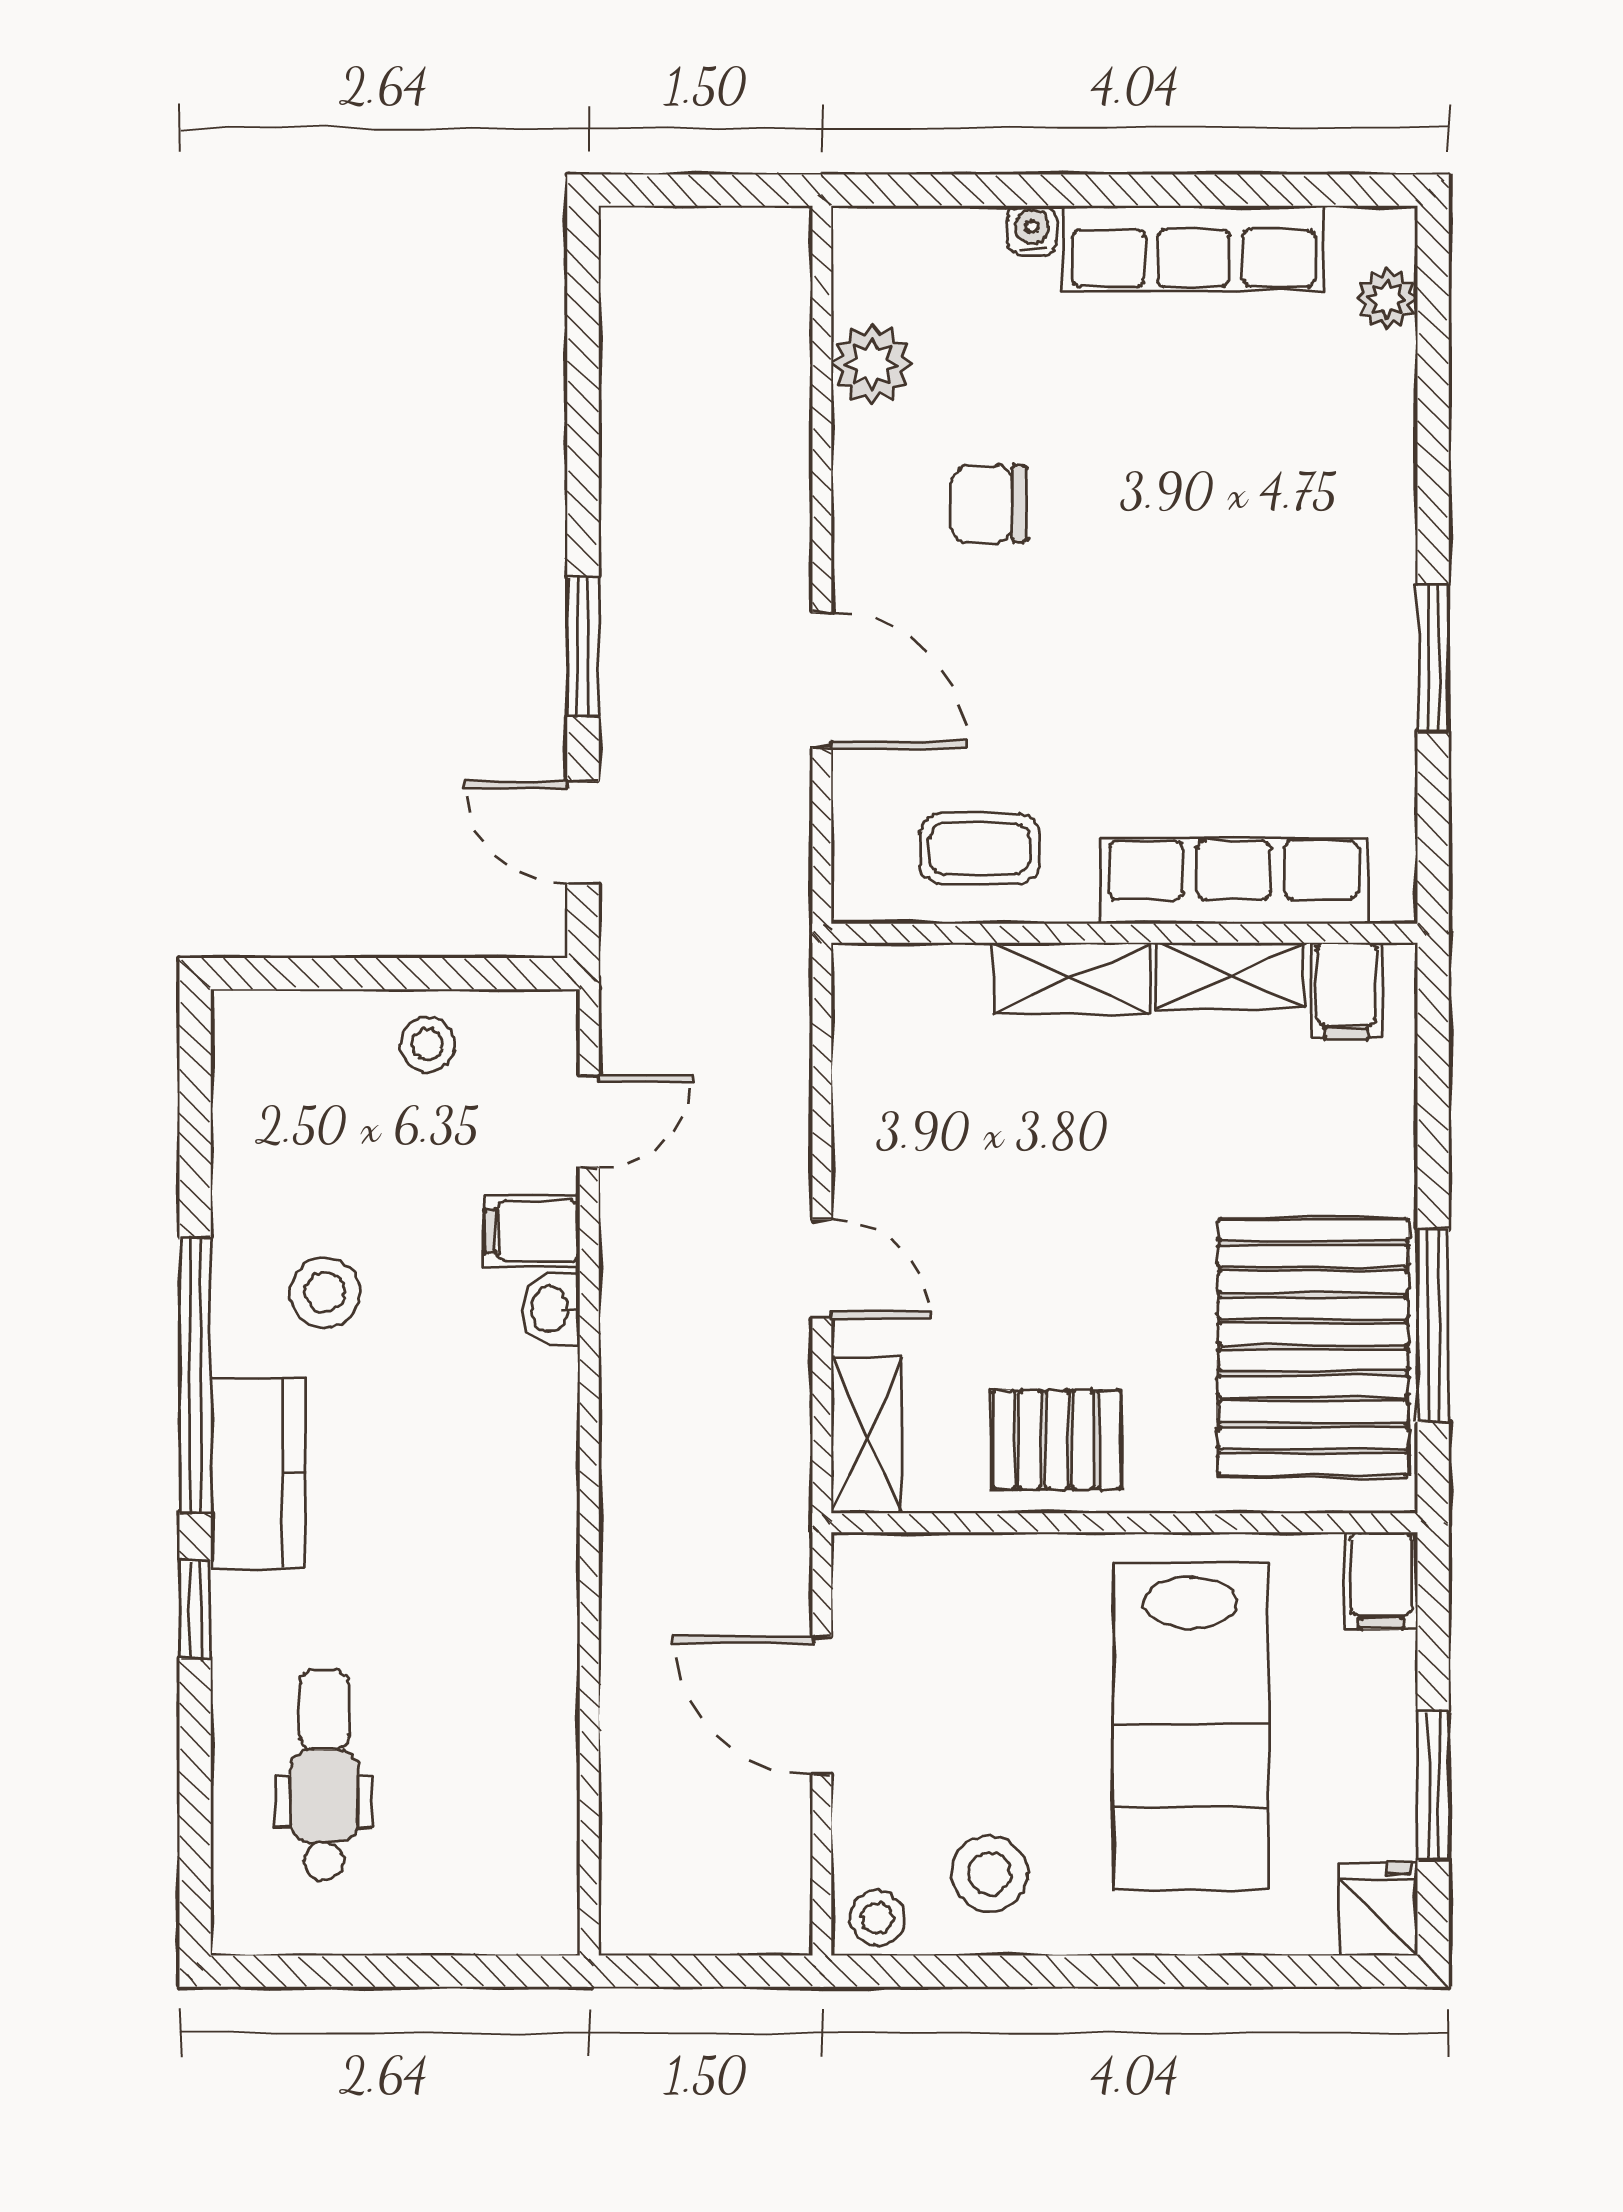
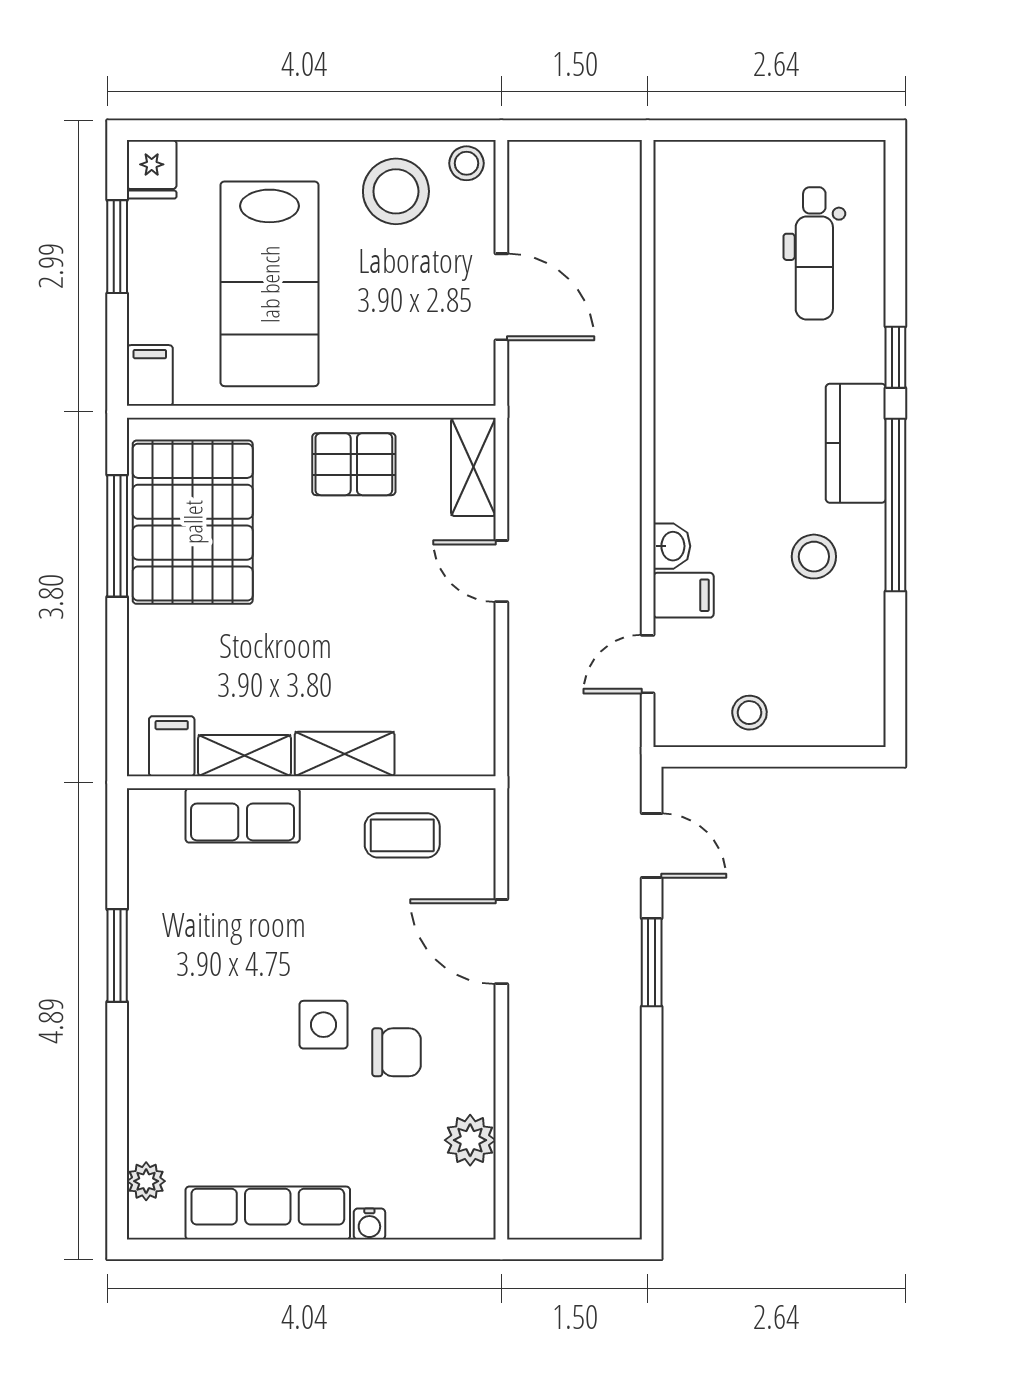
side table: (1105, 548) -> (324, 1025), added
row of seats: (1234, 881) -> (243, 815), width x0.68
lab bench: (1191, 1726) -> (270, 284), turned 180
stool: (990, 1873) -> (396, 191), width x1.38, depth x1.38

